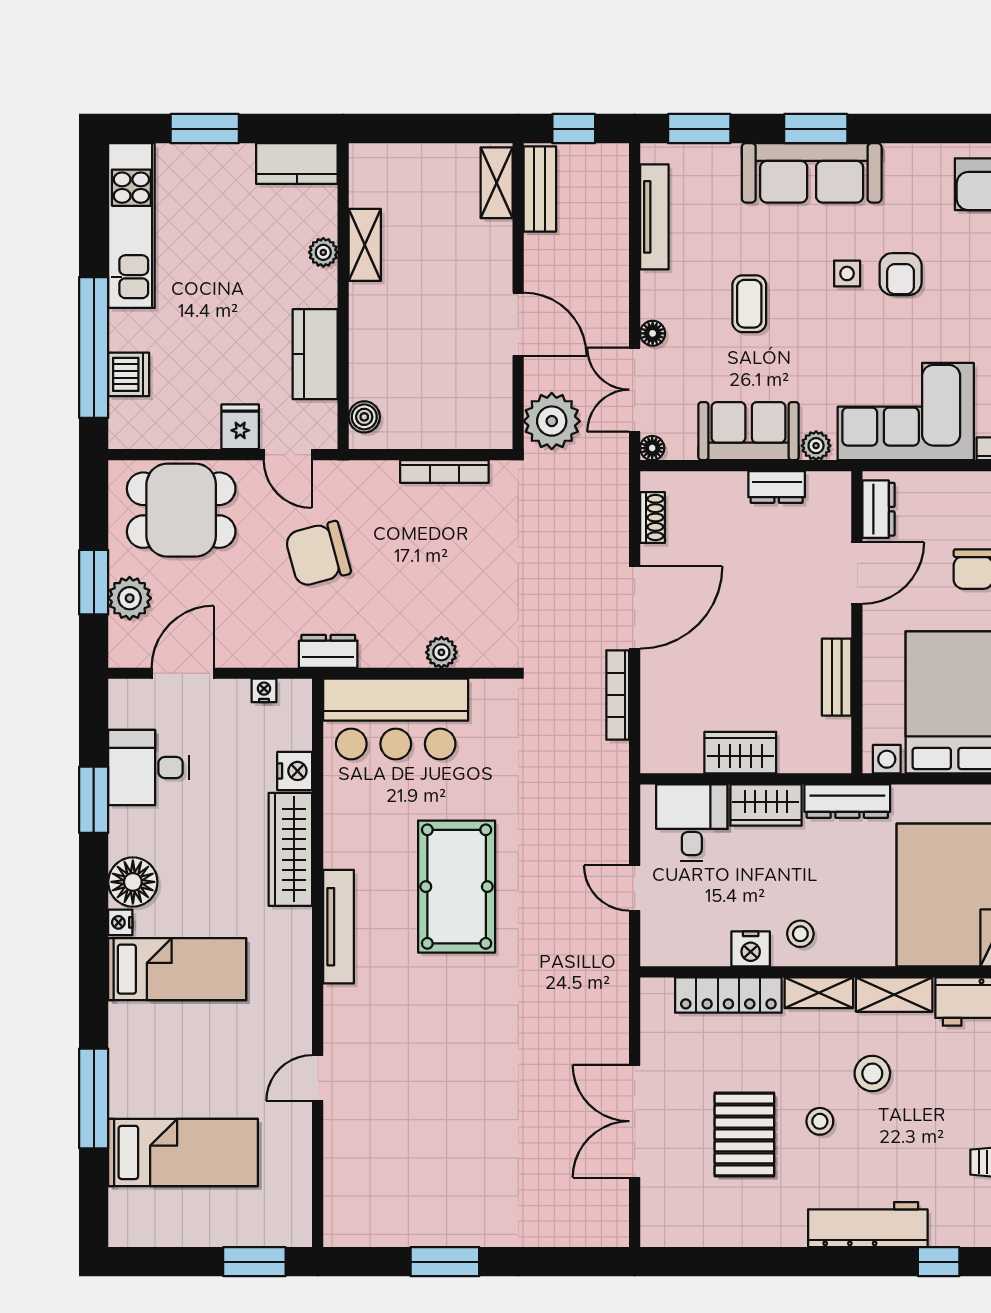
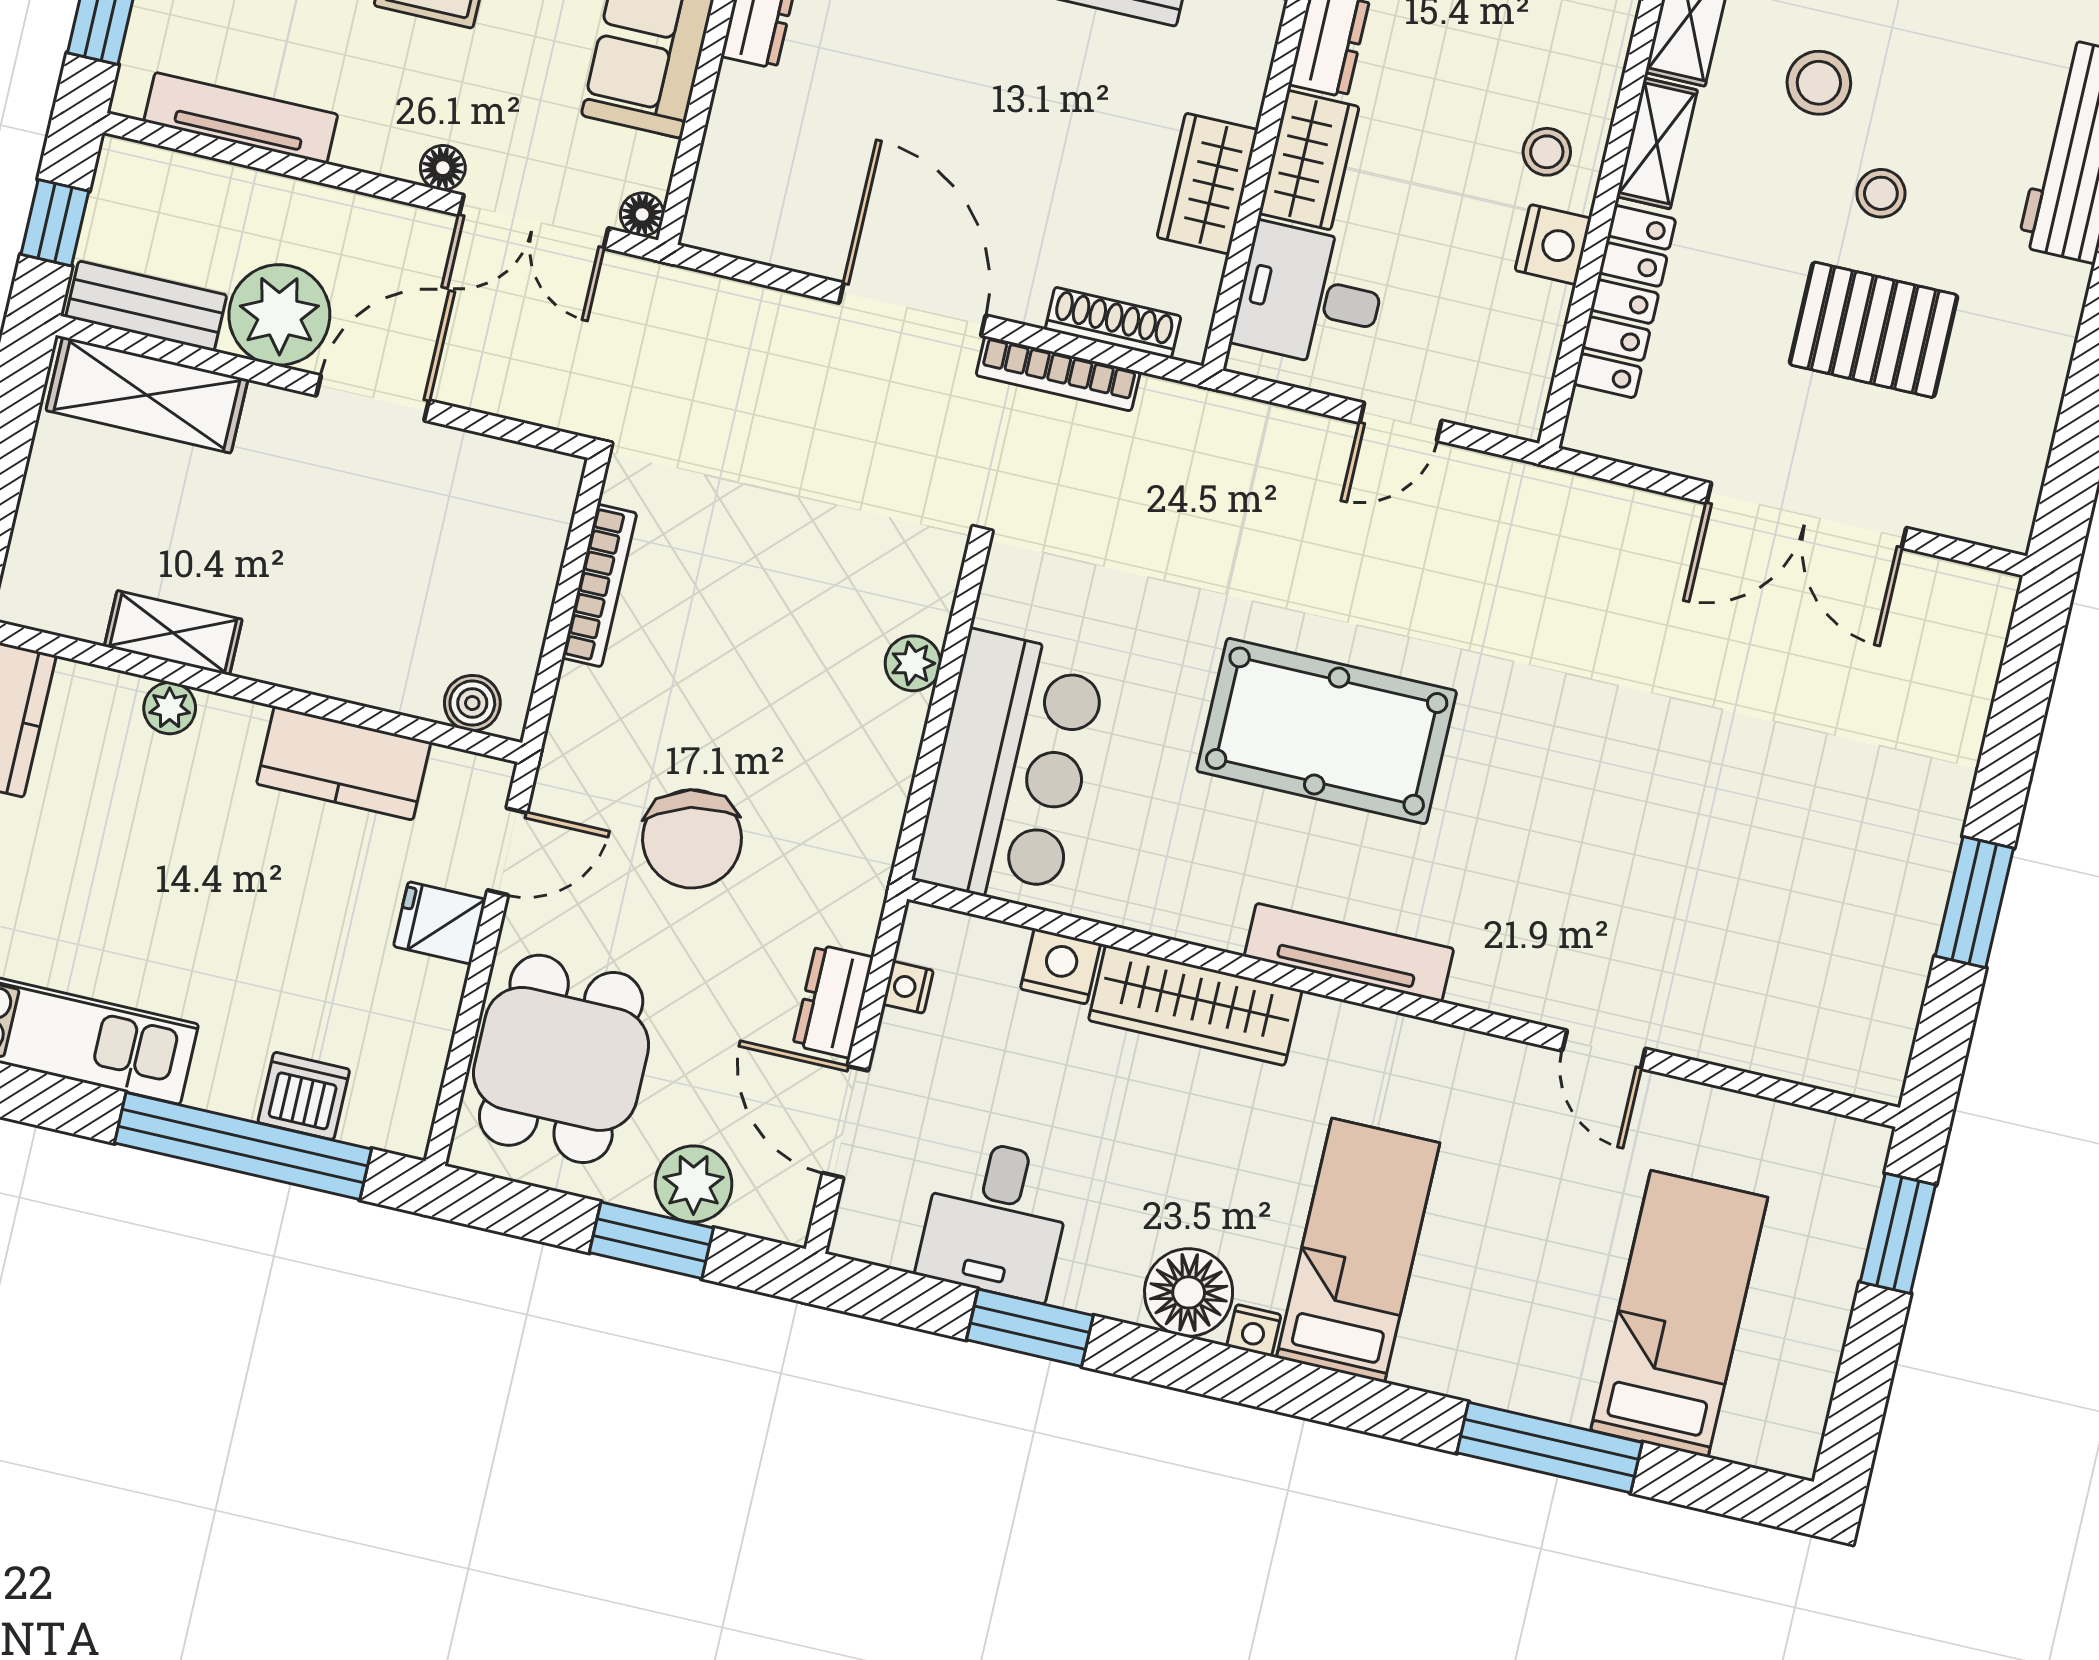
shelving: (497, 183) -> (147, 395), width x1.50, depth x1.33
plant: (552, 421) -> (279, 315), moved
shoe rack: (652, 517) -> (1113, 323), moved, width x1.43
dresser: (328, 651) -> (833, 1001), moved

